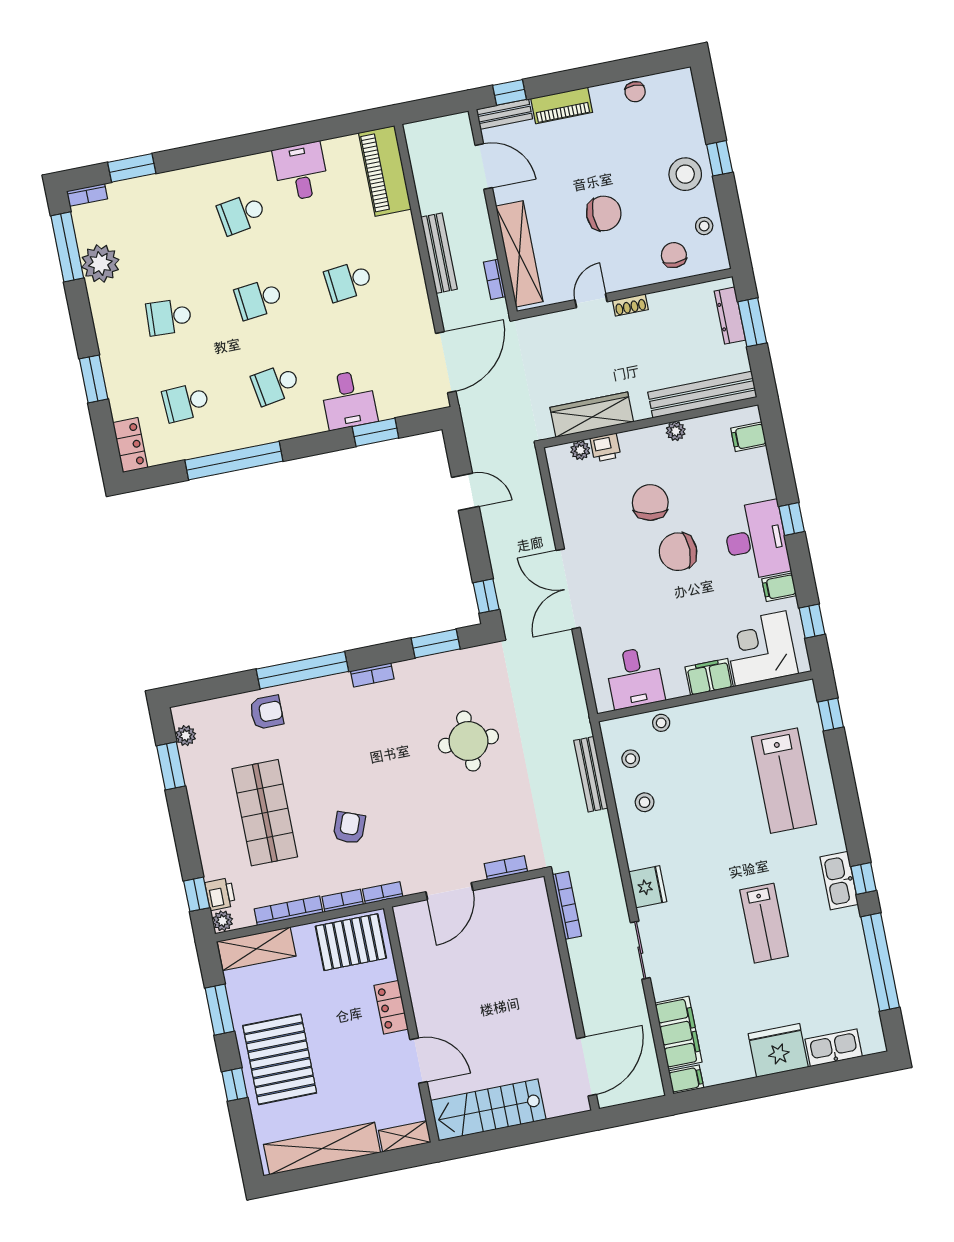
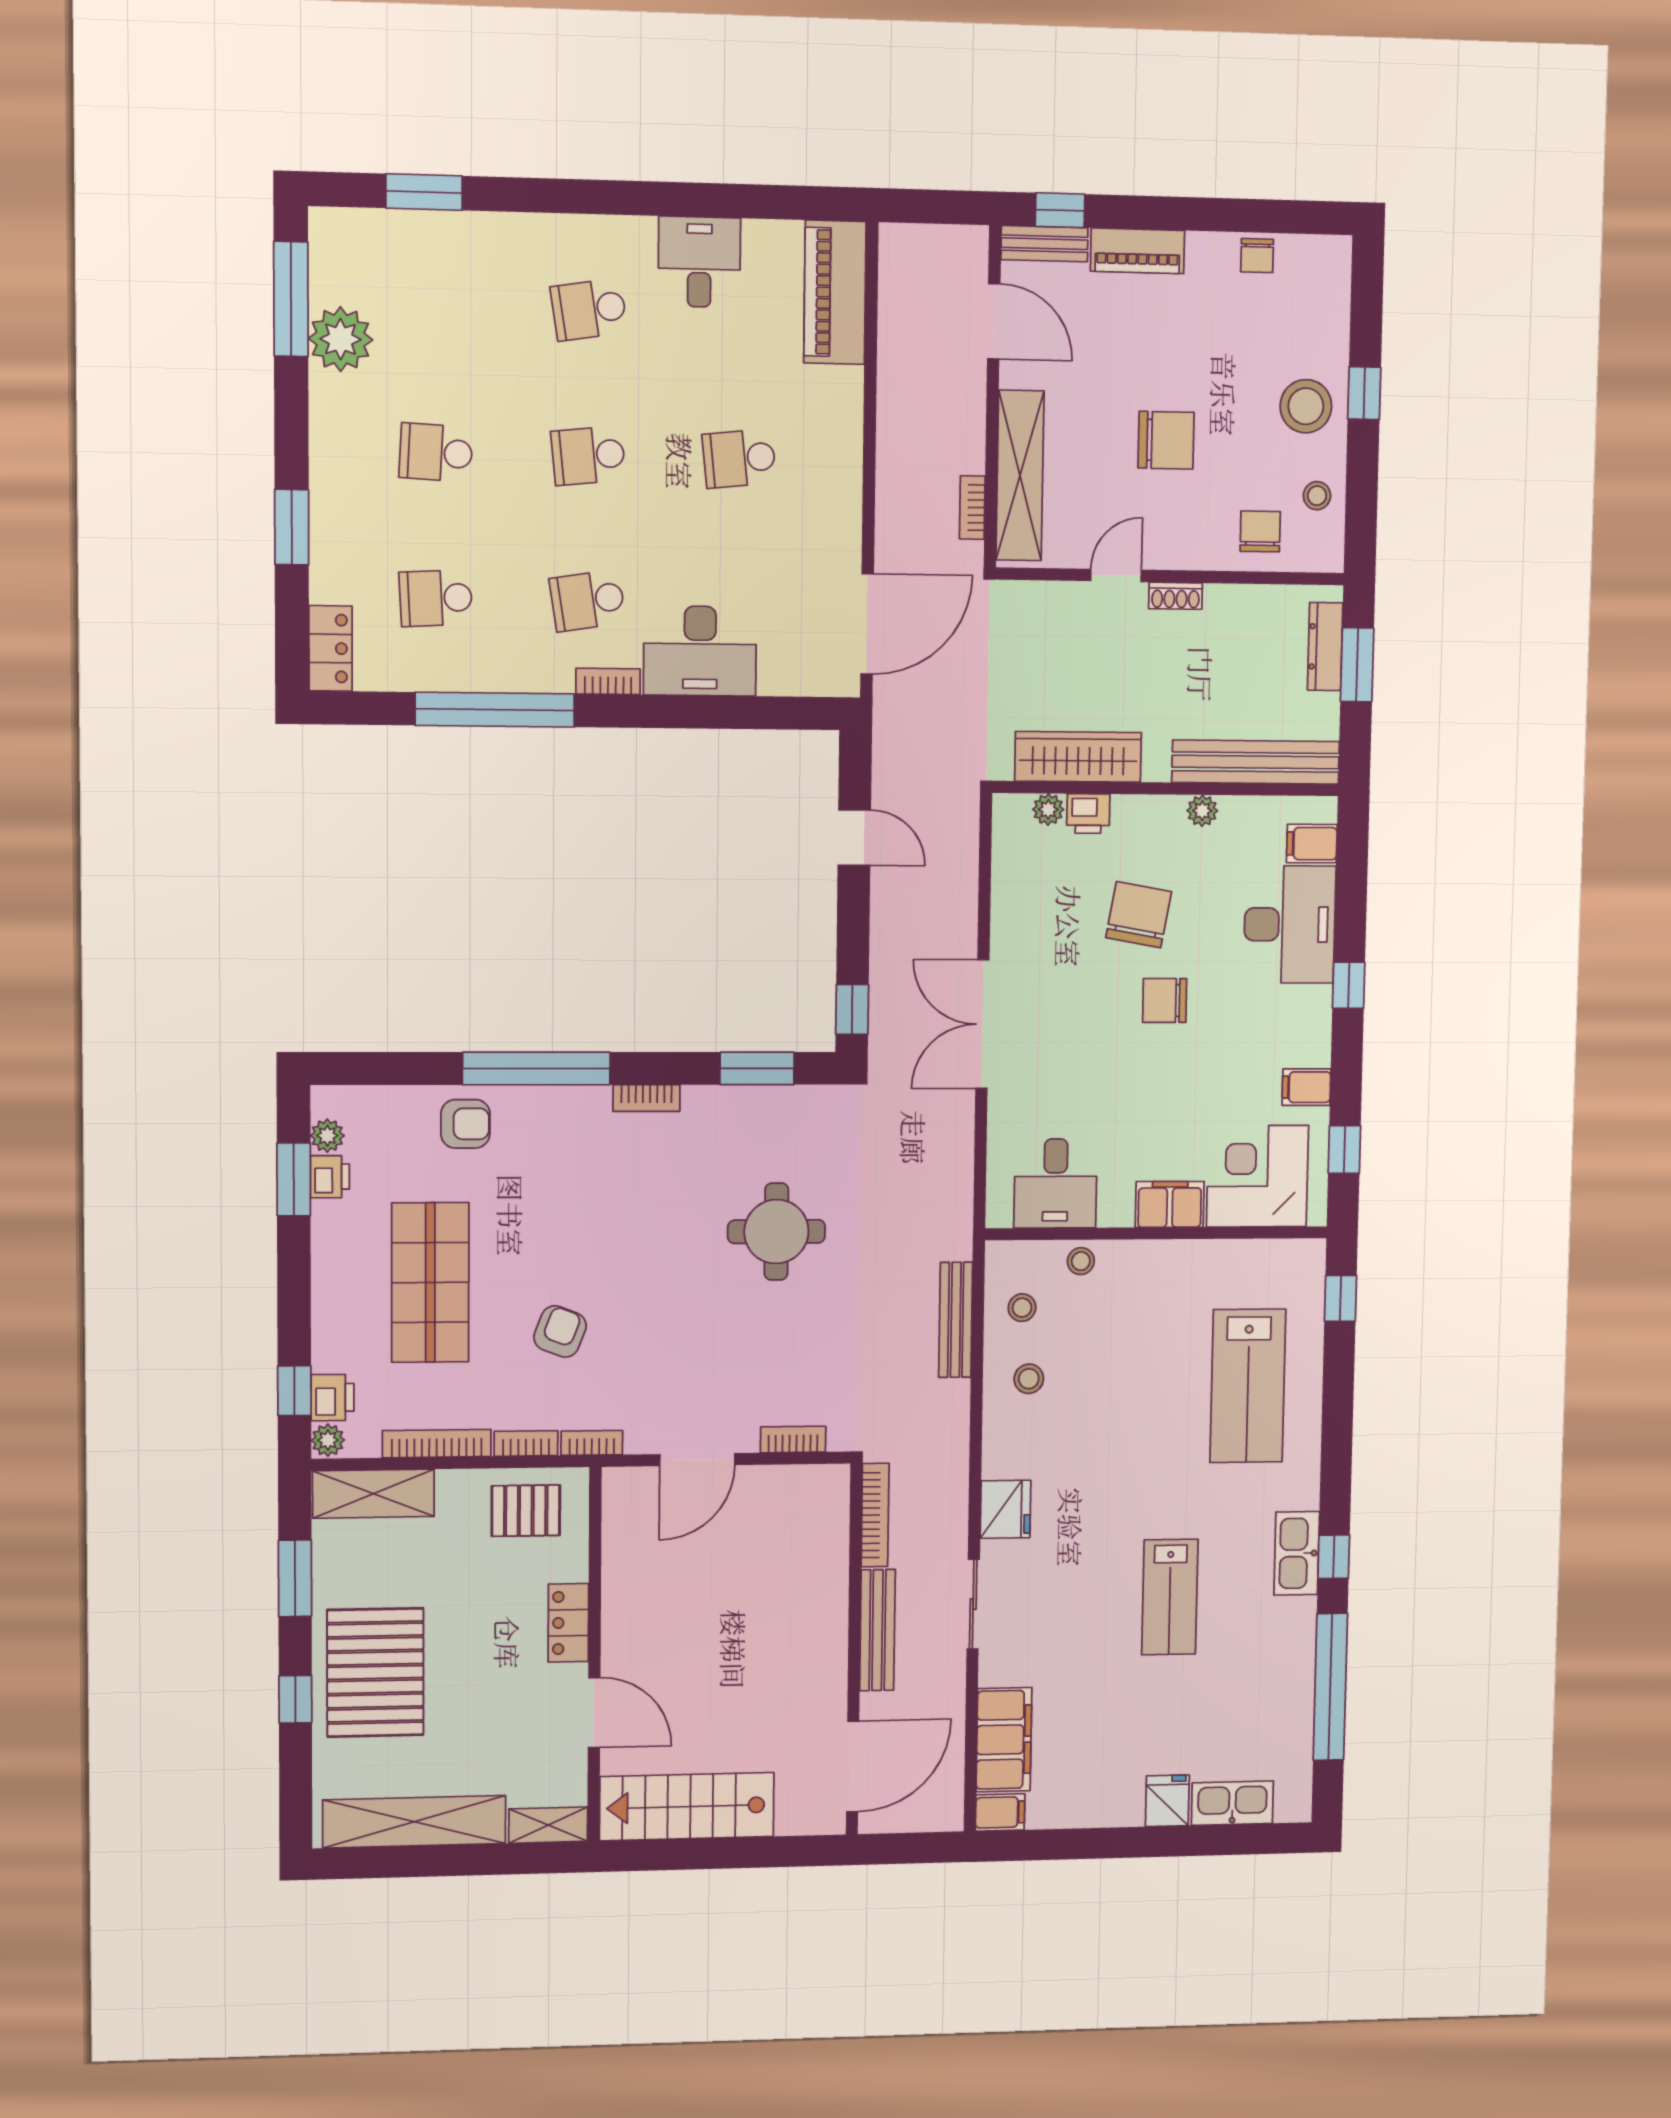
bookcase: (87, 195) -> (608, 681), moved, turned 180
bench: (439, 253) -> (877, 1630), moved
desk: (349, 400) -> (700, 651), width x1.37
window: (375, 432) -> (732, 712), removed
desk: (756, 540) -> (1290, 924), moved
chair: (678, 552) -> (1165, 1000), width x0.73, depth x0.73
printer: (192, 760) -> (330, 1177), added
pallet: (351, 942) -> (526, 1511), width x0.67, depth x0.71
fridge: (778, 1050) -> (1167, 1801), width x0.53, depth x0.75

